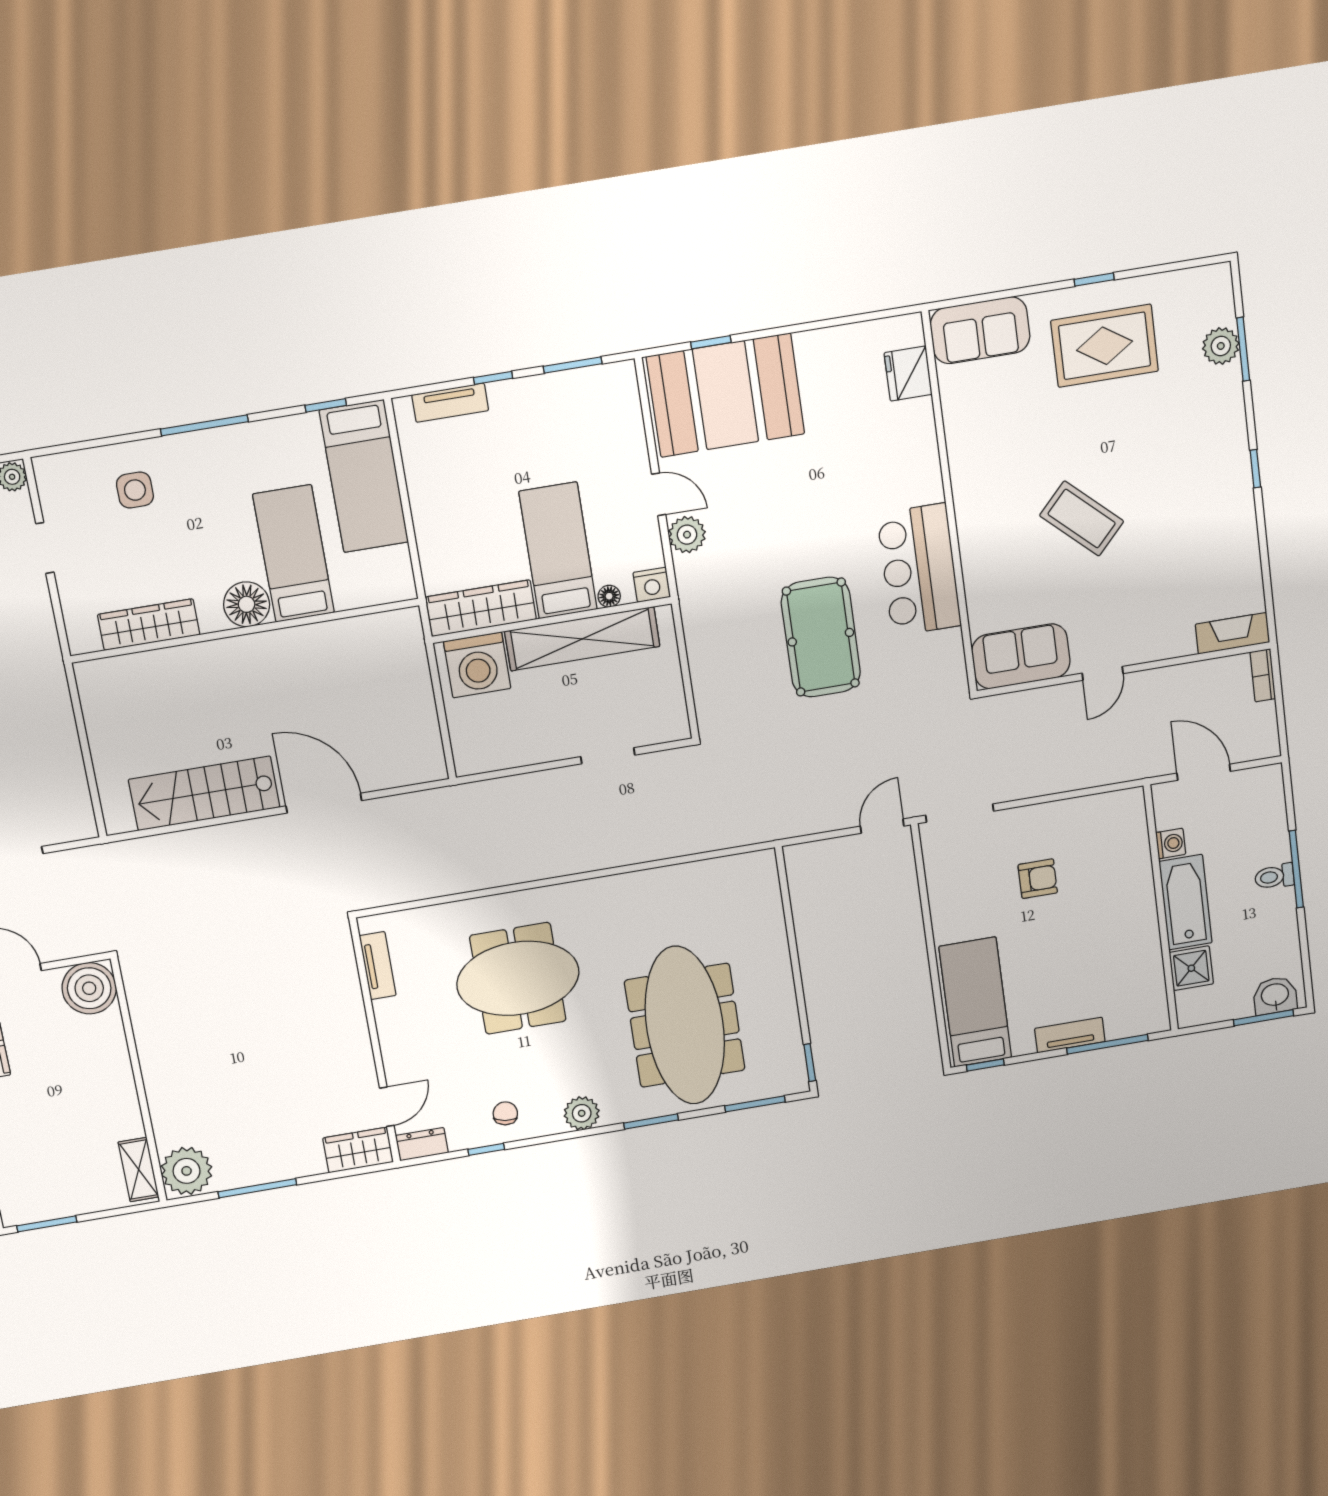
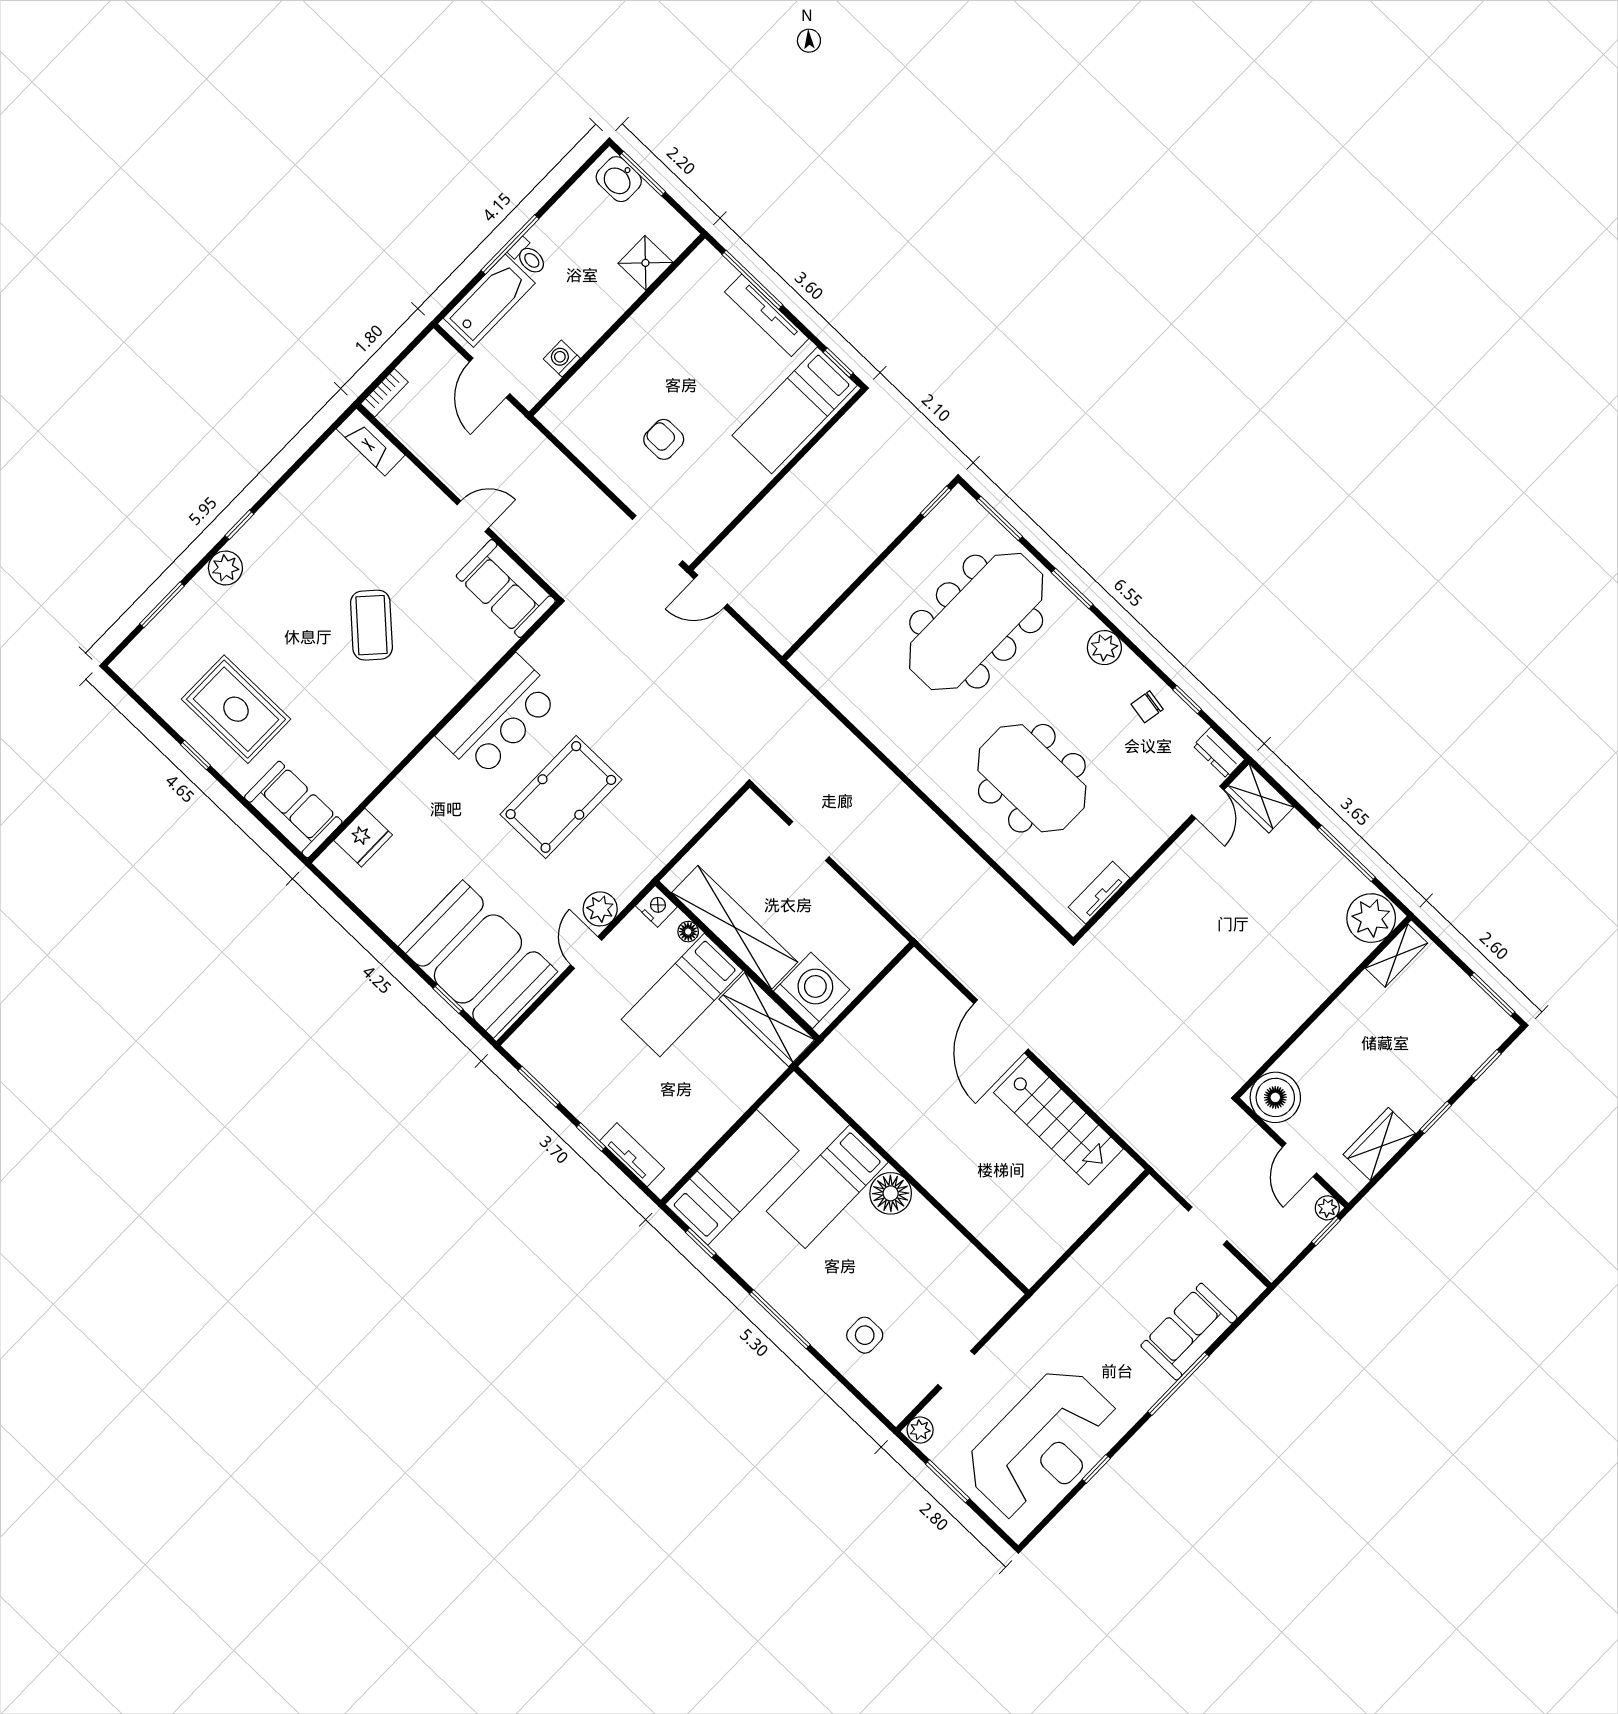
plant: (1221, 346) -> (225, 568), moved
wardrobe: (149, 625) -> (959, 1254), removed
pool table: (821, 637) -> (561, 797), moved
bathtub: (1186, 902) -> (489, 301), moved, turned 180
tv unit: (1070, 1035) -> (767, 315), width x1.41
door: (387, 1107) -> (1208, 802), swing flipped

